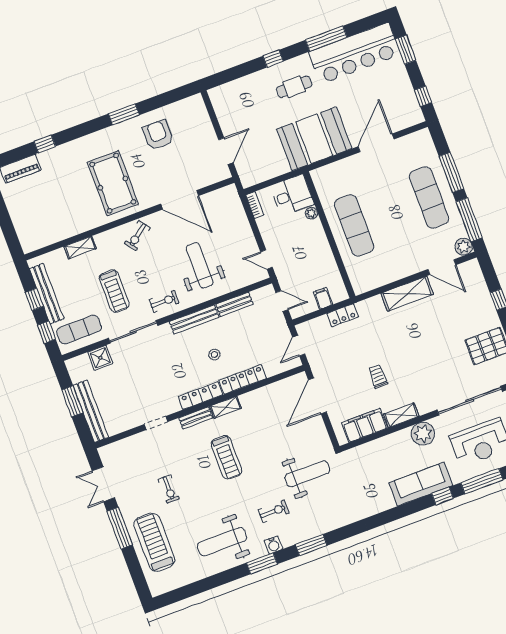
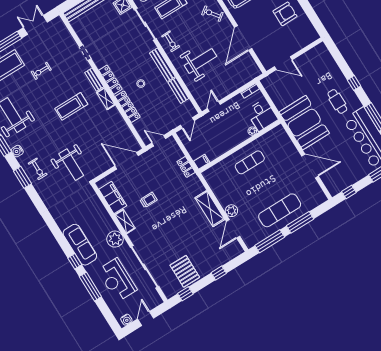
exercise mat: (354, 225) -> (250, 162), width x0.73, depth x0.69
plant: (464, 247) -> (231, 211), moved
filing cabinet: (323, 298) -> (202, 162), moved
exercise bike: (274, 511) -> (38, 169), moved

